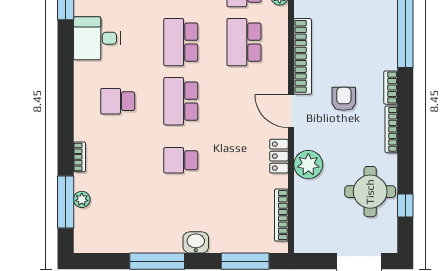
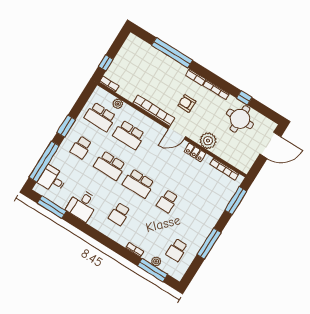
window: (405, 206) -> (244, 98), moved
school desk: (118, 219) -> (177, 250), added
washbasin: (196, 242) -> (212, 219), removed

